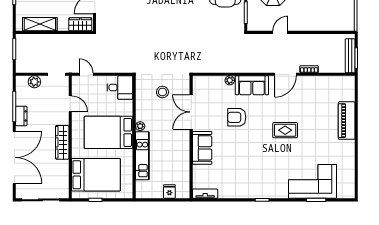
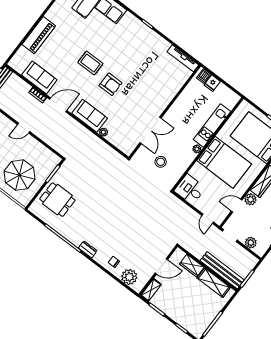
wardrobe: (80, 24) -> (192, 266), moved
door: (280, 32) -> (23, 128), moved
bench: (41, 40) -> (222, 270), added
door: (70, 104) -> (237, 206), hinge flipped
armchair: (237, 117) -> (110, 84), moved
plant: (62, 118) -> (250, 199), added
sofa: (202, 148) -> (39, 77), moved, turned 90
dishwasher: (181, 192) -> (204, 76), added
tv unit: (205, 194) -> (183, 58), width x1.41

